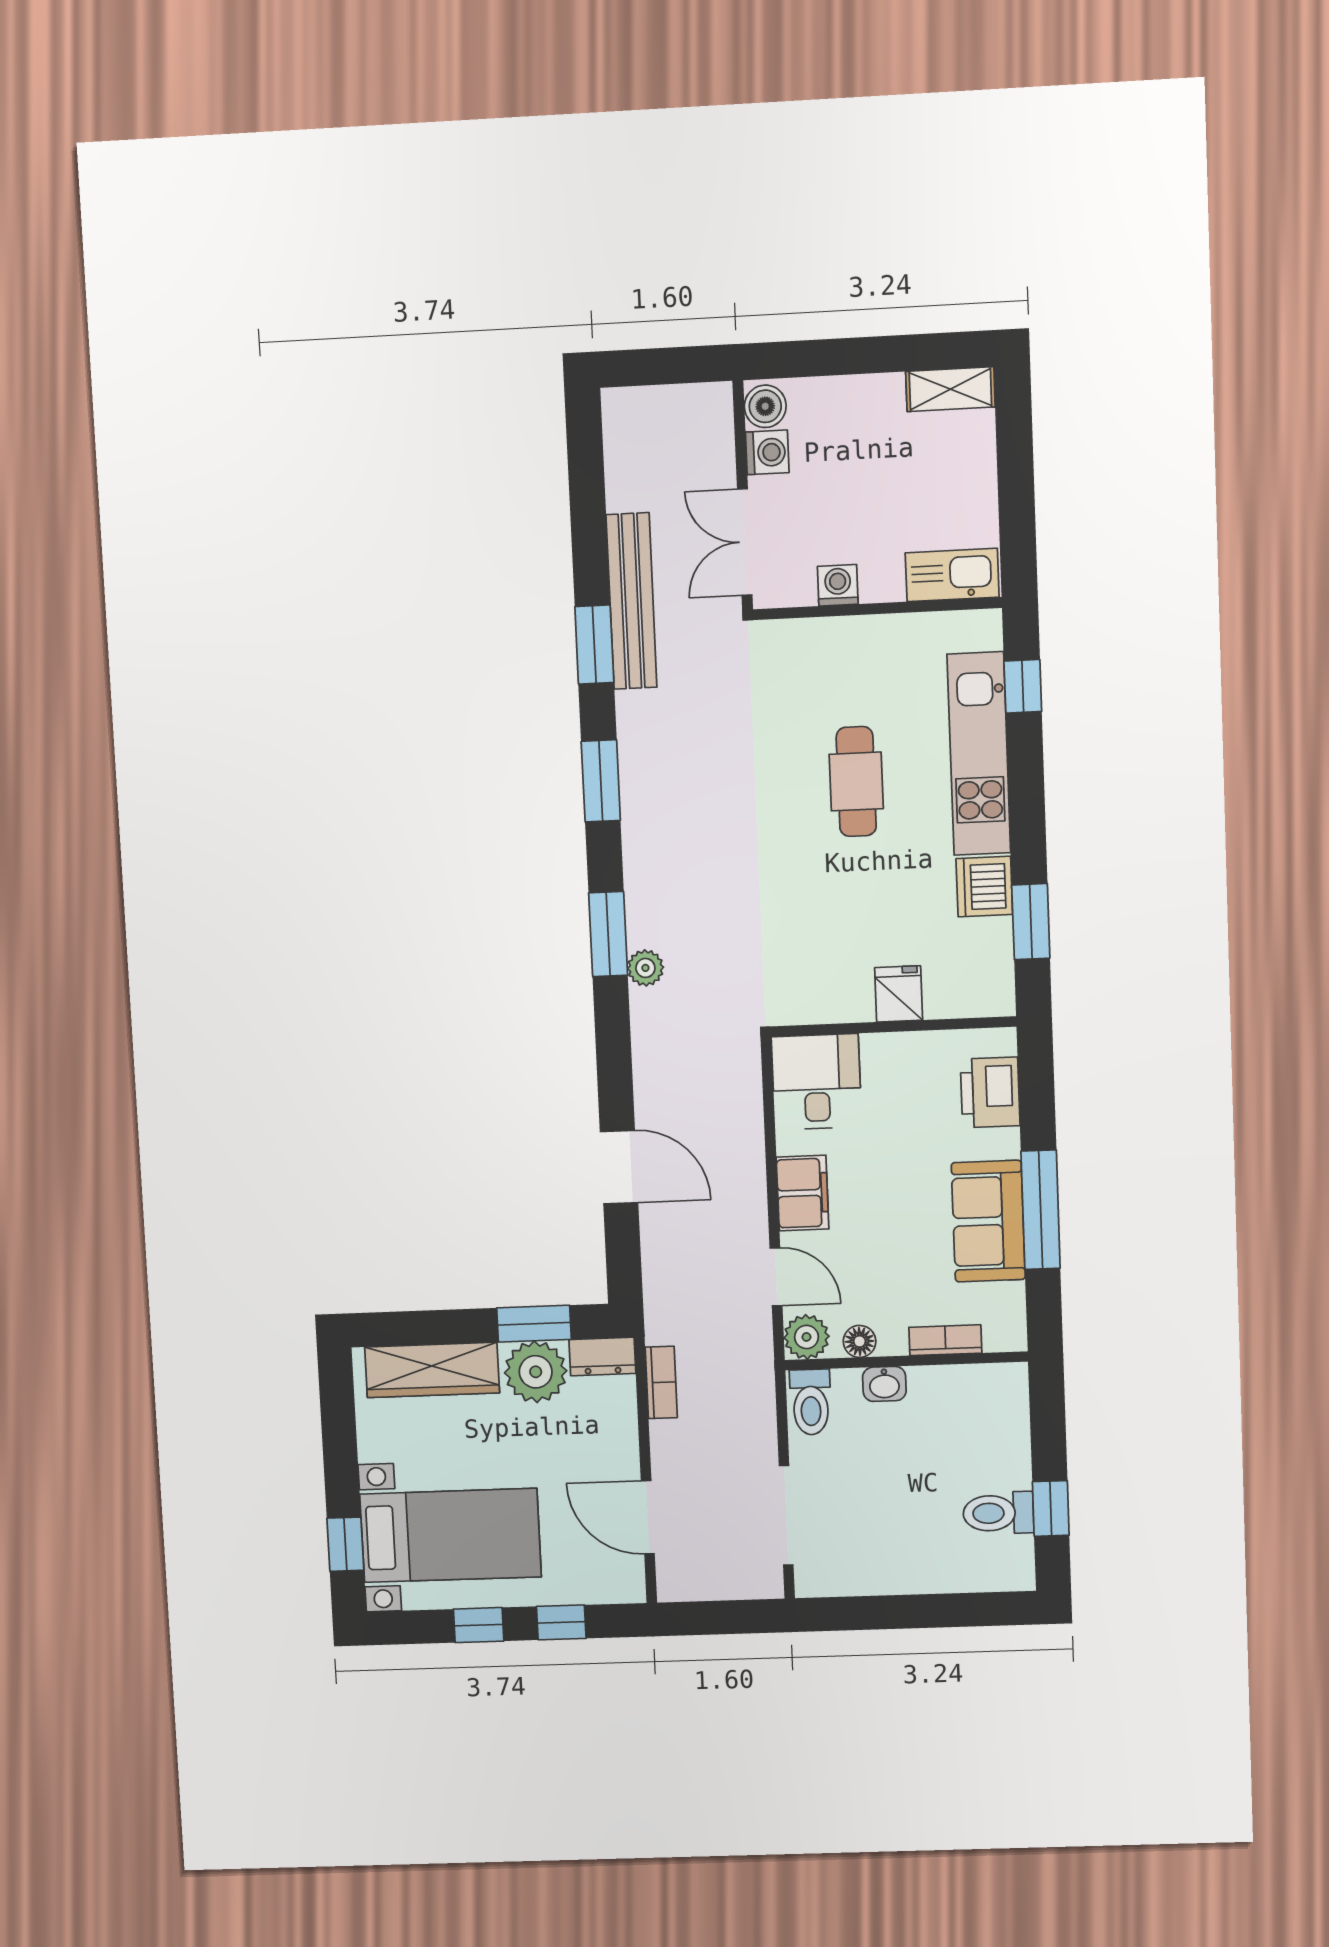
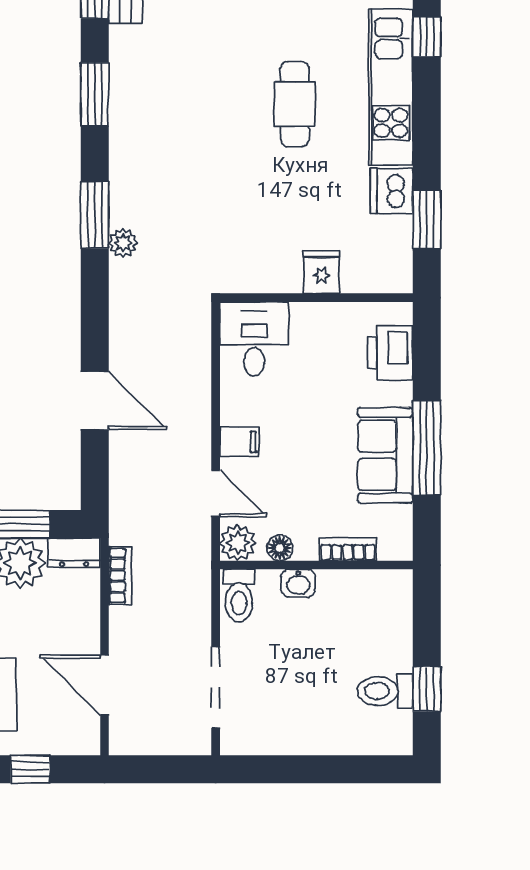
filing cabinet: (803, 1193) -> (239, 442), width x0.50

